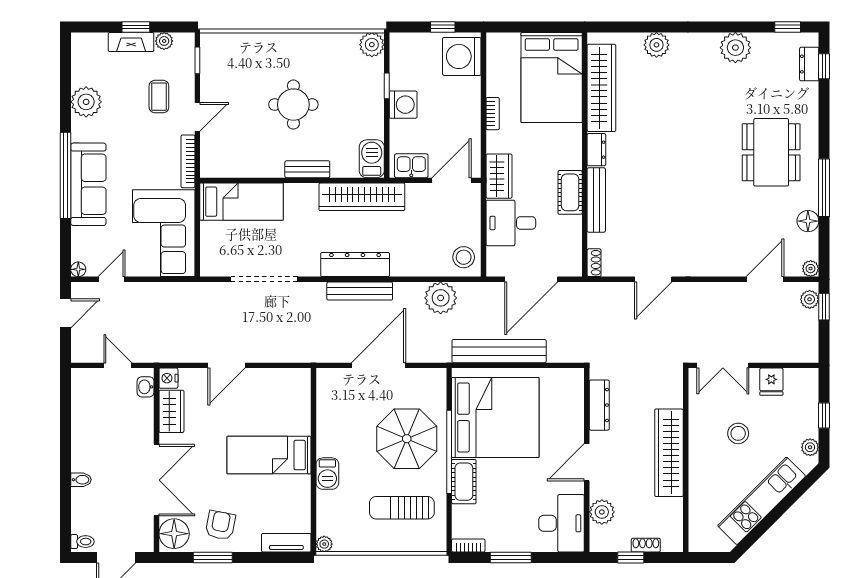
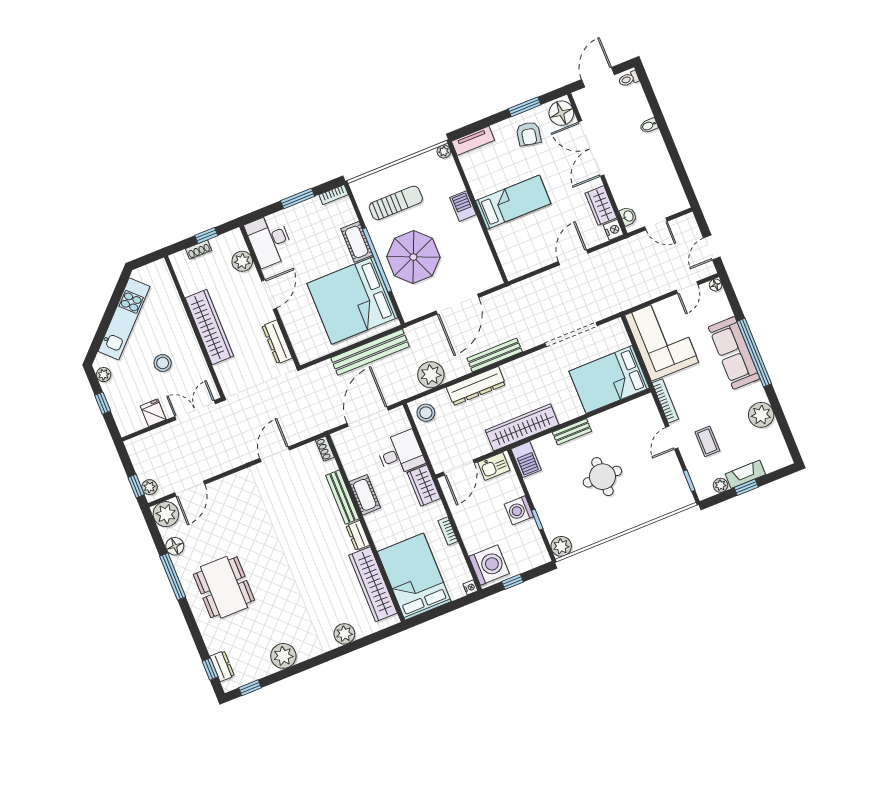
nightstand: (493, 40) -> (470, 587), added
bed: (241, 202) -> (609, 380), width x1.50
dresser: (355, 265) -> (476, 386), moved
plant: (811, 269) -> (166, 514), width x1.88, depth x1.88

